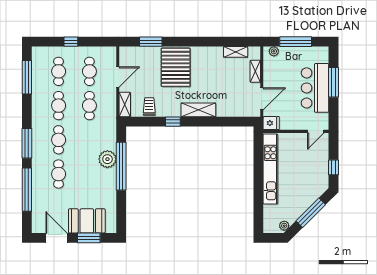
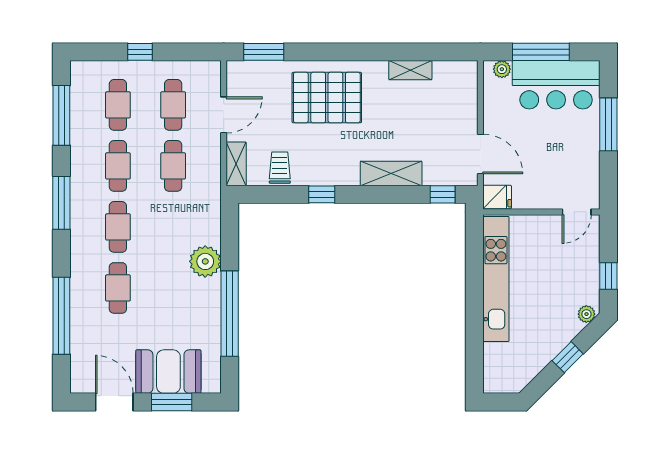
window: (151, 42) -> (264, 52), moved
shelving: (236, 52) -> (410, 70), moved
pallet: (176, 67) -> (327, 98), turned 90
shelving: (255, 71) -> (469, 105), removed
bar counter: (315, 88) -> (556, 85), moved, turned -90
door: (262, 99) -> (480, 154), hinge flipped
shelving: (198, 110) -> (391, 174), moved
window: (241, 122) -> (443, 194), added
window: (27, 143) -> (61, 203), moved
window: (121, 166) -> (230, 314), moved
window: (311, 213) -> (568, 357), width x0.46
plant: (284, 226) -> (586, 314), moved

